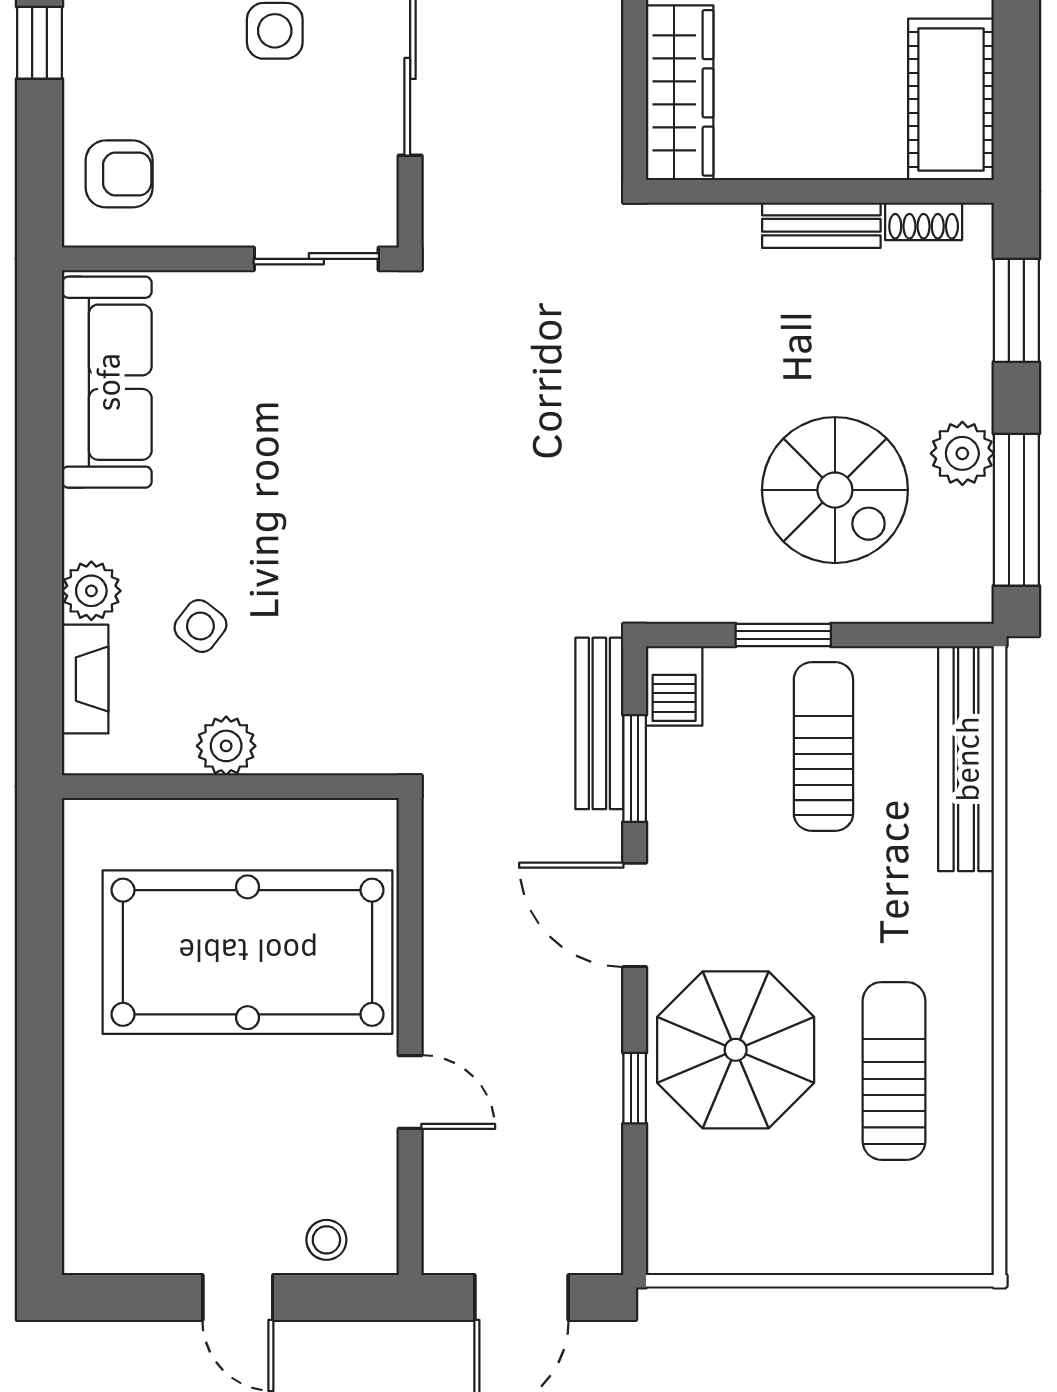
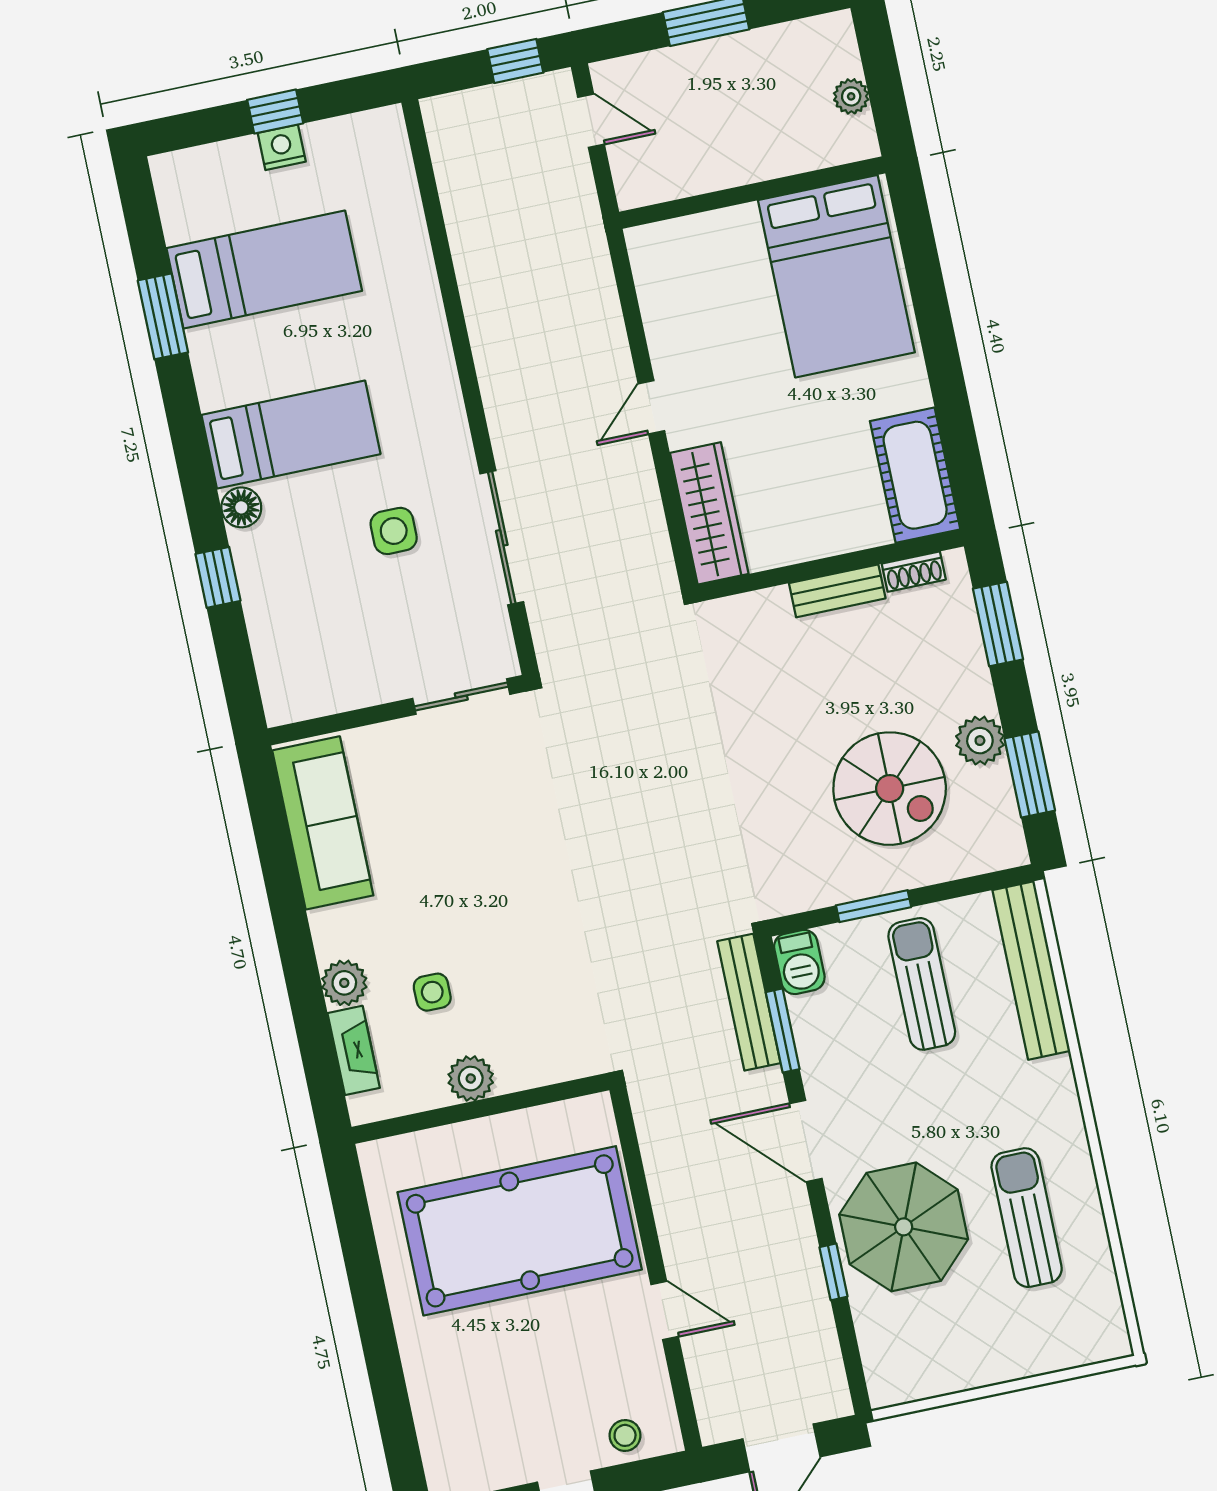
armchair: (119, 174) -> (299, 664), removed
window: (1016, 510) -> (1030, 775), width x0.69
side table: (200, 626) -> (432, 992), turned -38

